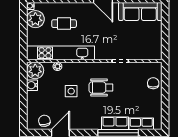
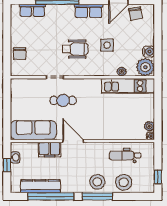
plant: (35, 19) -> (149, 126), width x0.53, depth x0.53
cafe table: (64, 24) -> (63, 100), moved
kitchen unit: (61, 53) -> (128, 86), width x0.73
row of seats: (115, 123) -> (89, 11), moved

